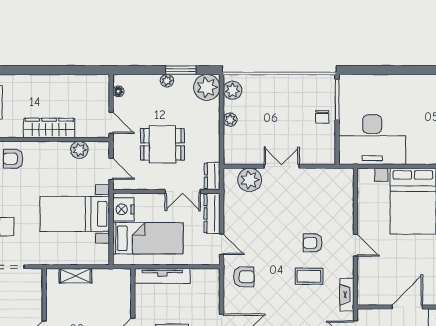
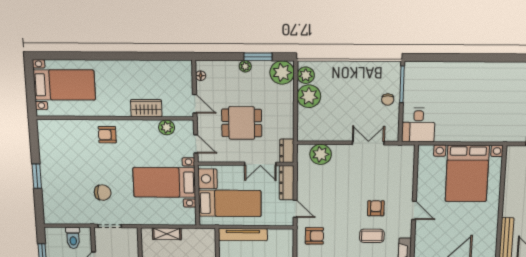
plant: (230, 120) -> (309, 96), width x1.88, depth x1.88
wardrobe: (49, 128) -> (146, 108), width x0.67
desk: (372, 140) -> (418, 125), width x0.53, depth x0.77
double door: (282, 166) -> (368, 143), moved
armchair: (313, 243) -> (376, 208), turned 90

